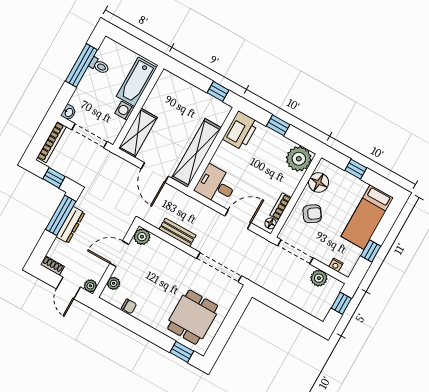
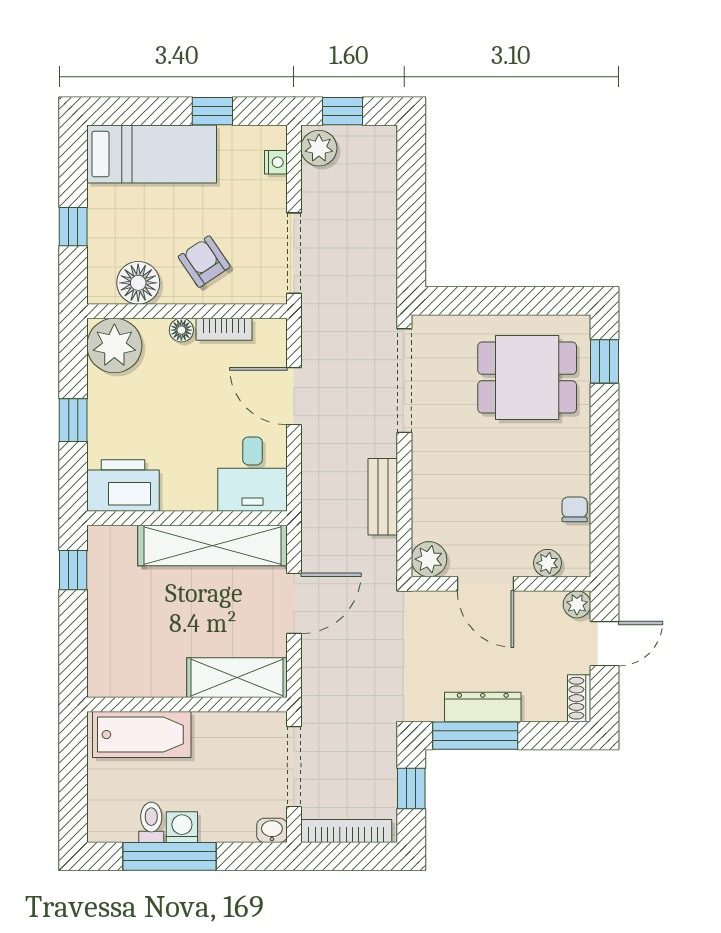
washing machine: (124, 111) -> (182, 827), moved, turned 180
floor lamp: (271, 223) -> (181, 330), moved
plant: (319, 278) -> (319, 148), moved

